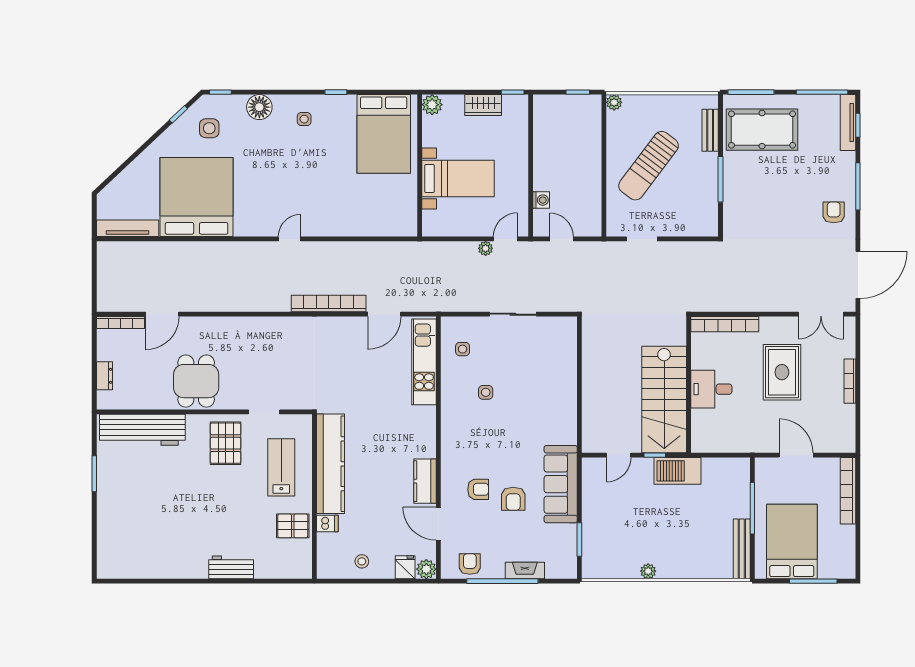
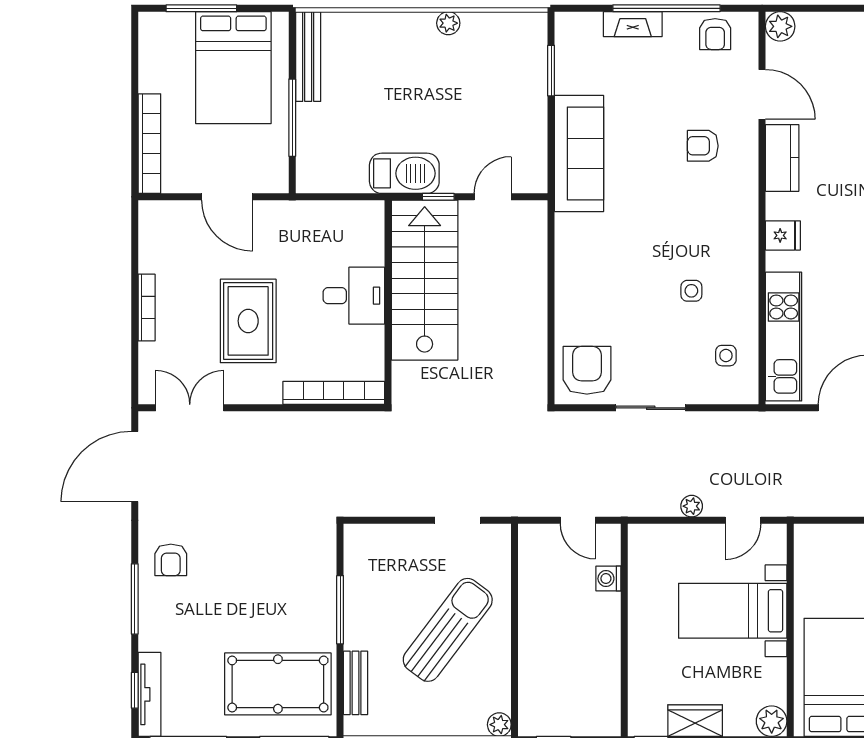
door: (505, 239) -> (743, 520), moved
armchair: (513, 499) -> (587, 370), moved, width x1.38, depth x1.38
fridge: (405, 567) -> (783, 235), moved, turned -90

